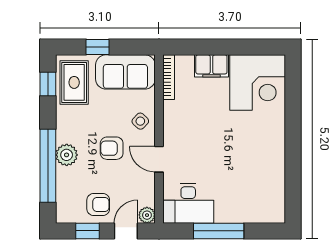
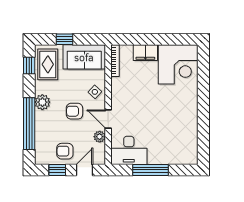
plant: (67, 155) -> (42, 102), moved
armchair: (98, 204) -> (65, 151), turned 180
plant: (147, 215) -> (100, 137), moved

